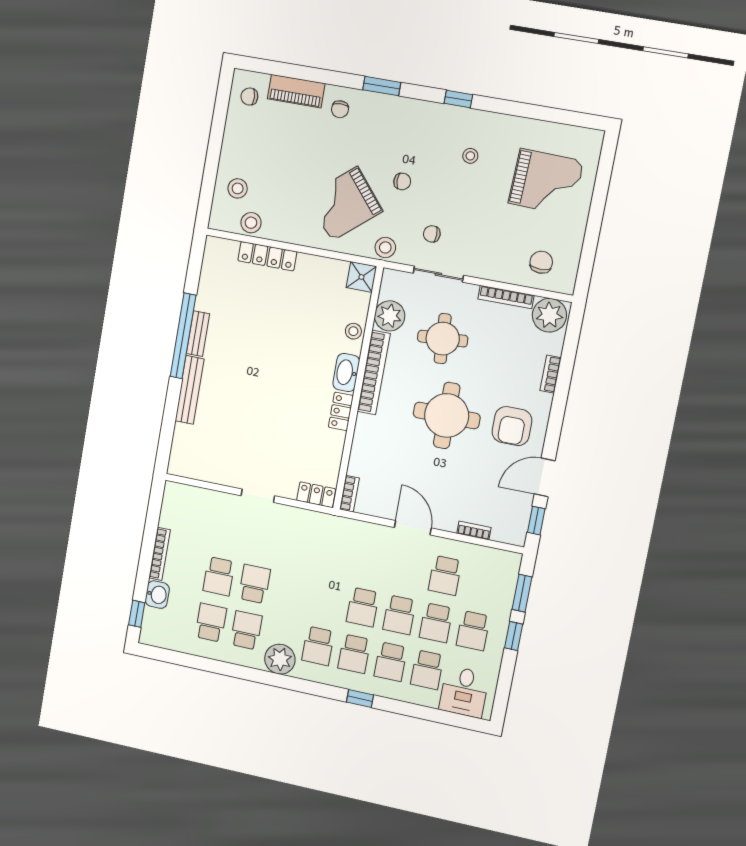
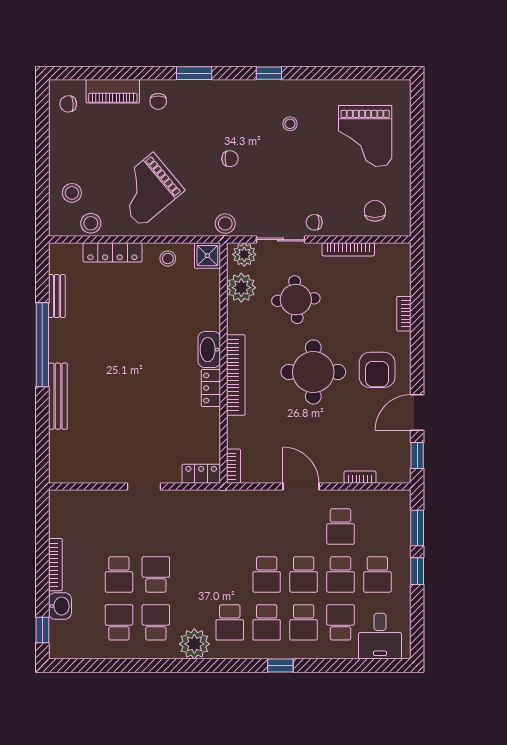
grand piano: (546, 182) -> (365, 136), turned 88
grand piano: (345, 204) -> (147, 190), moved
chair: (432, 234) -> (314, 222), moved
plant: (549, 315) -> (244, 254), moved, width x0.73, depth x0.73
stool: (353, 331) -> (168, 259), moved
bench: (198, 334) -> (57, 296), moved
bookcase: (374, 372) -> (236, 375), moved
school desk: (427, 670) -> (340, 622), turned 180

